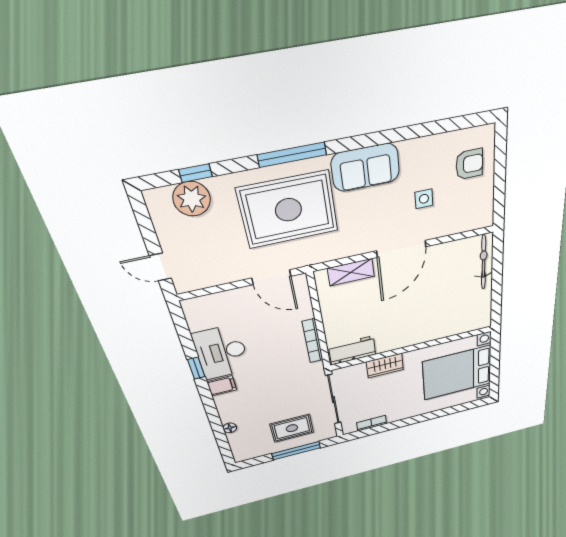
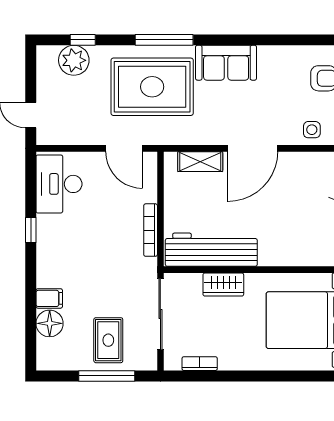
side table: (424, 199) -> (312, 130), moved
workbench: (352, 350) -> (211, 250), width x1.88, depth x1.32
desk: (221, 352) -> (59, 184), moved
filing cabinet: (222, 386) -> (49, 298), moved
floor lamp: (230, 428) -> (50, 323), width x1.89, depth x1.89
rug: (292, 428) -> (108, 340), turned 90

